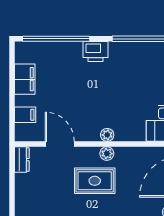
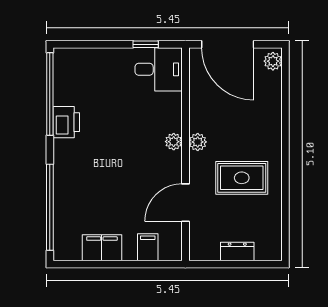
printer: (95, 52) -> (66, 122), moved
dresser: (22, 160) -> (237, 251), moved
rug: (95, 181) -> (242, 178), moved, turned 90

